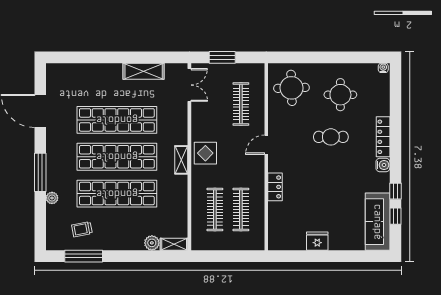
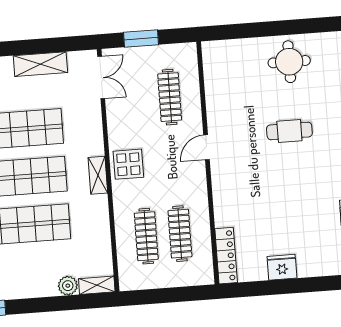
round table: (291, 88) -> (234, 71), removed
round table: (340, 95) -> (289, 62), moved
locker: (275, 187) -> (226, 256), moved, width x1.53

